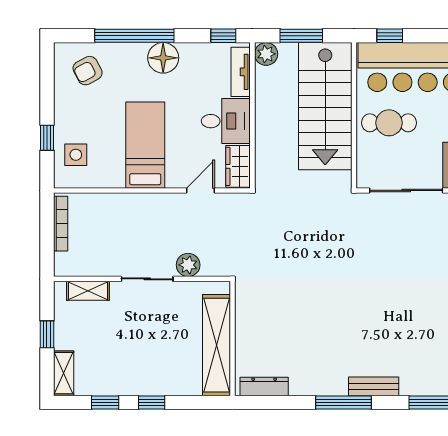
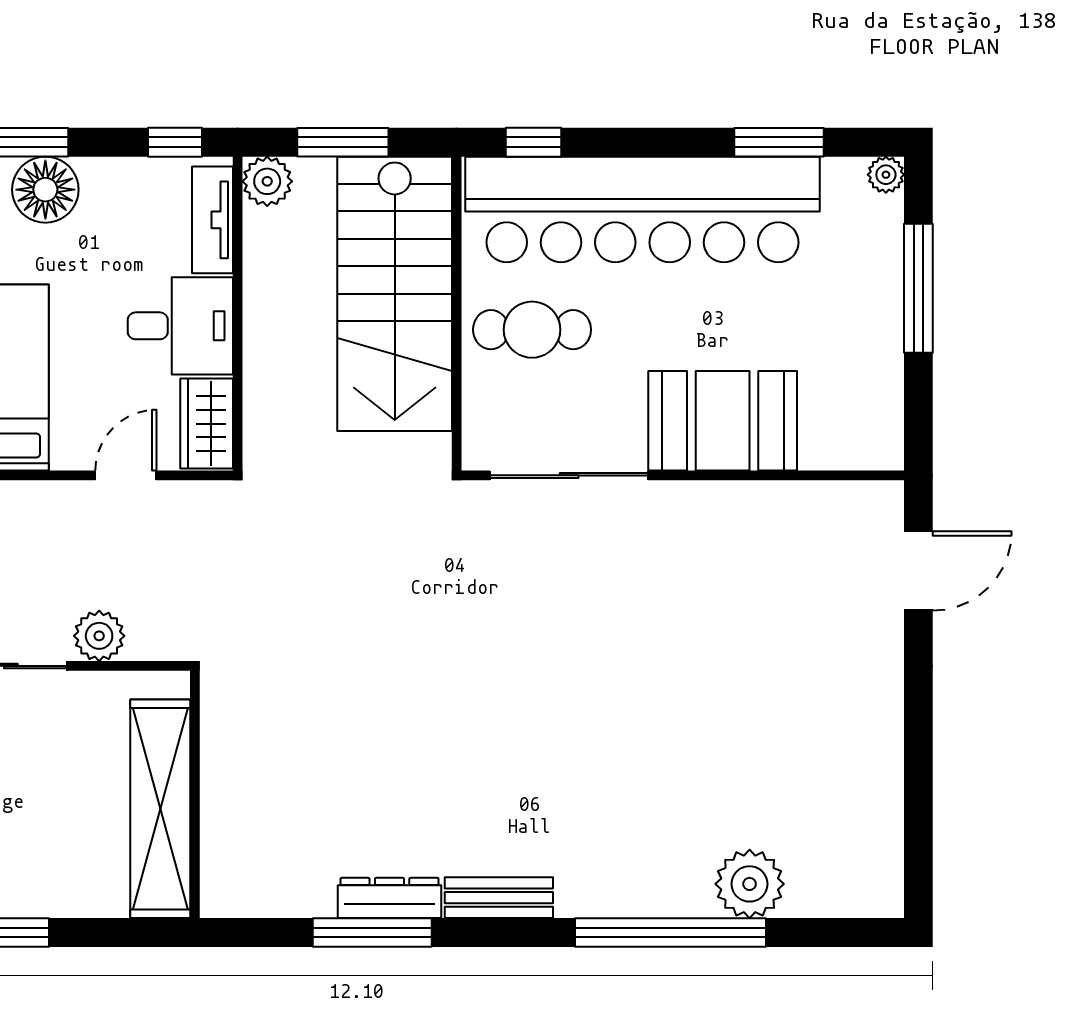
dresser: (264, 387) -> (389, 898), moved
window: (343, 403) -> (372, 932), moved

